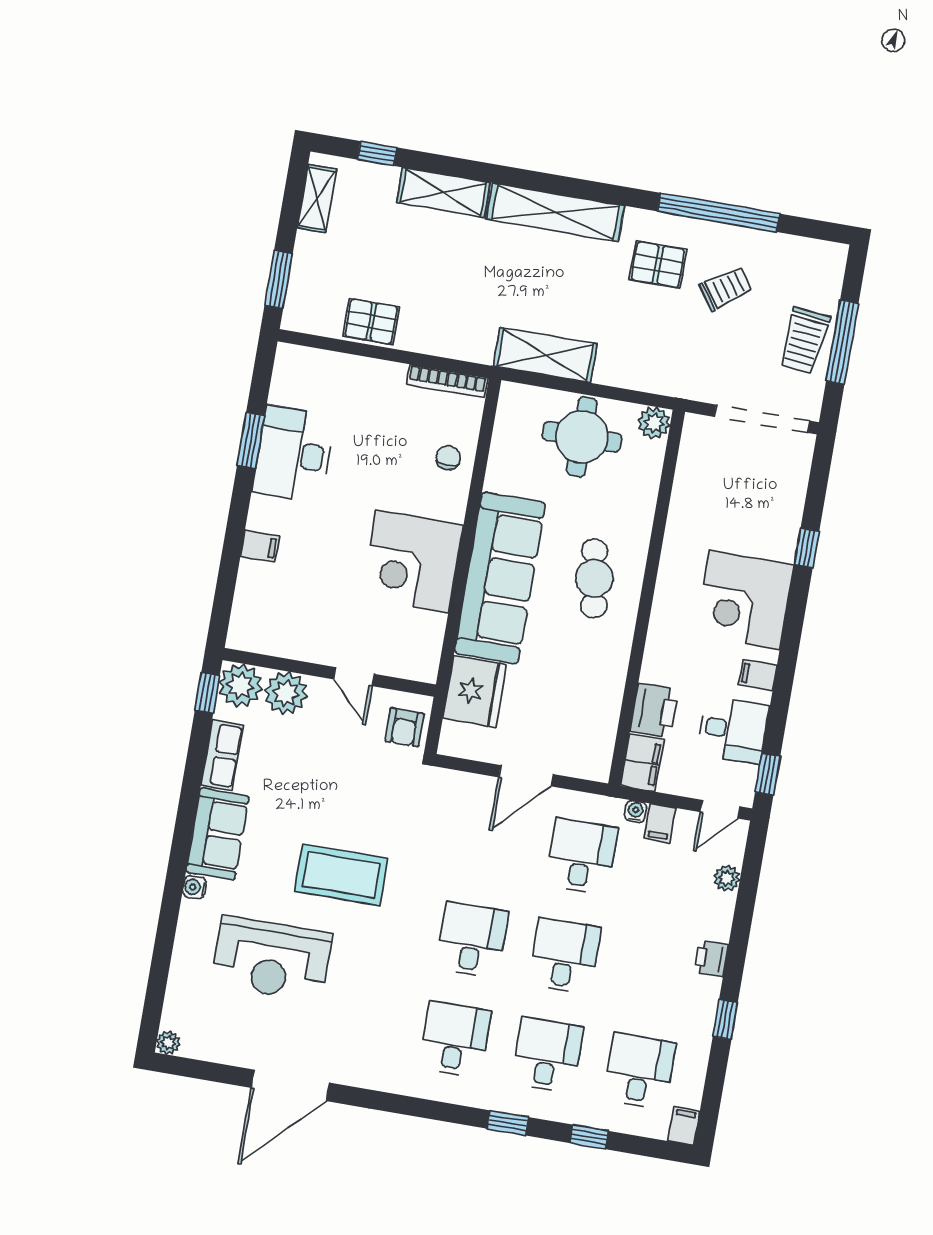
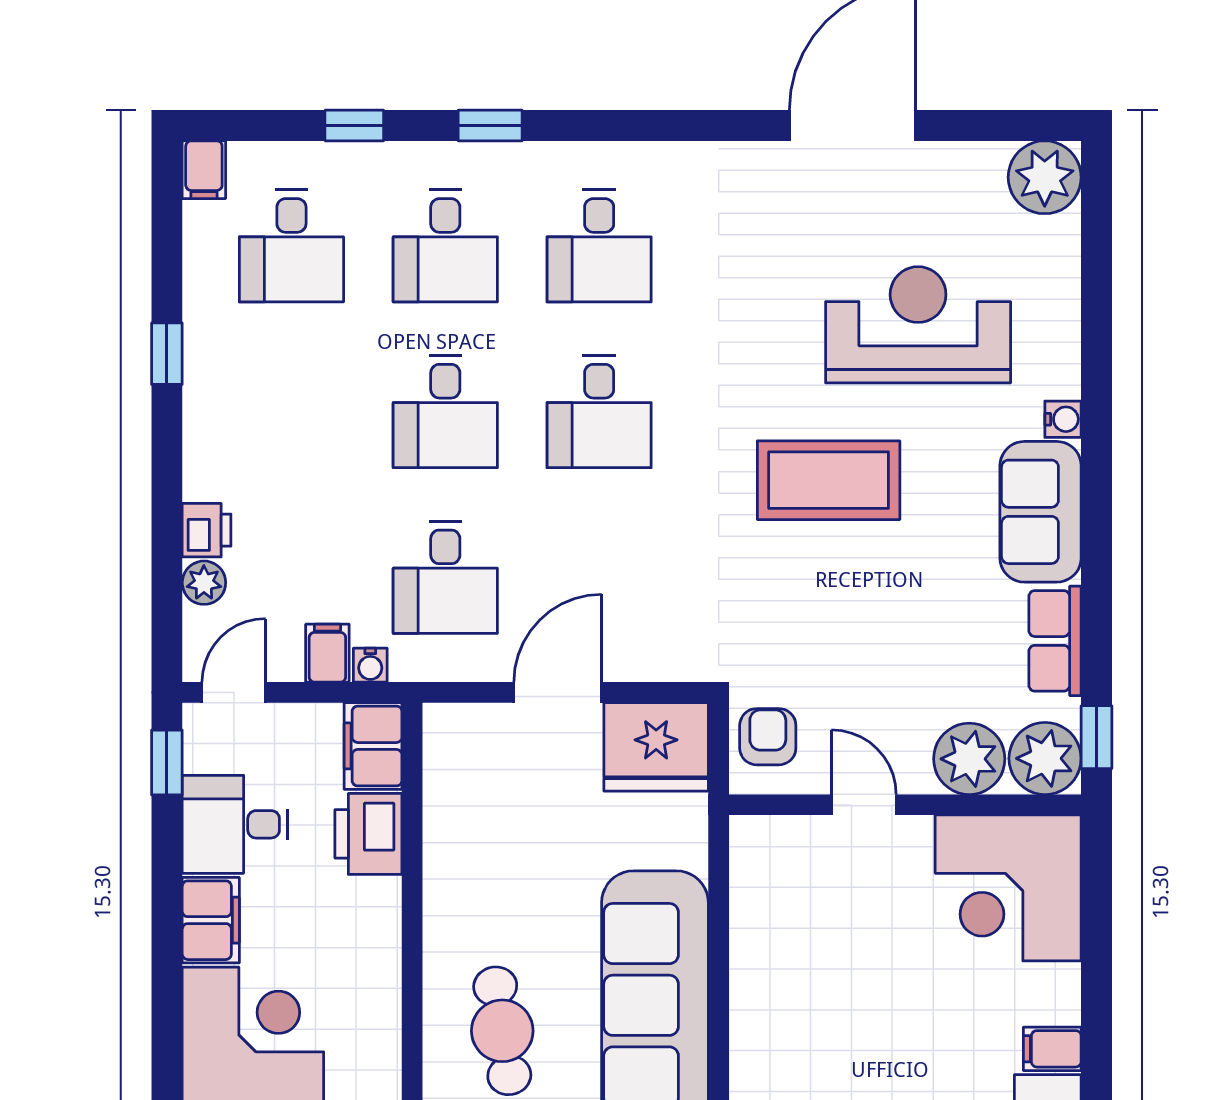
filing cabinet: (260, 546) -> (1052, 1049), moved
corner desk: (412, 561) -> (1008, 888), moved, turned 180
filing cabinet: (758, 675) -> (211, 920), width x2.00
fridge: (475, 691) -> (656, 747), moved, turned -90
printer: (711, 959) -> (207, 530), moved
plant: (168, 1043) -> (1045, 177), width x1.88, depth x1.88

